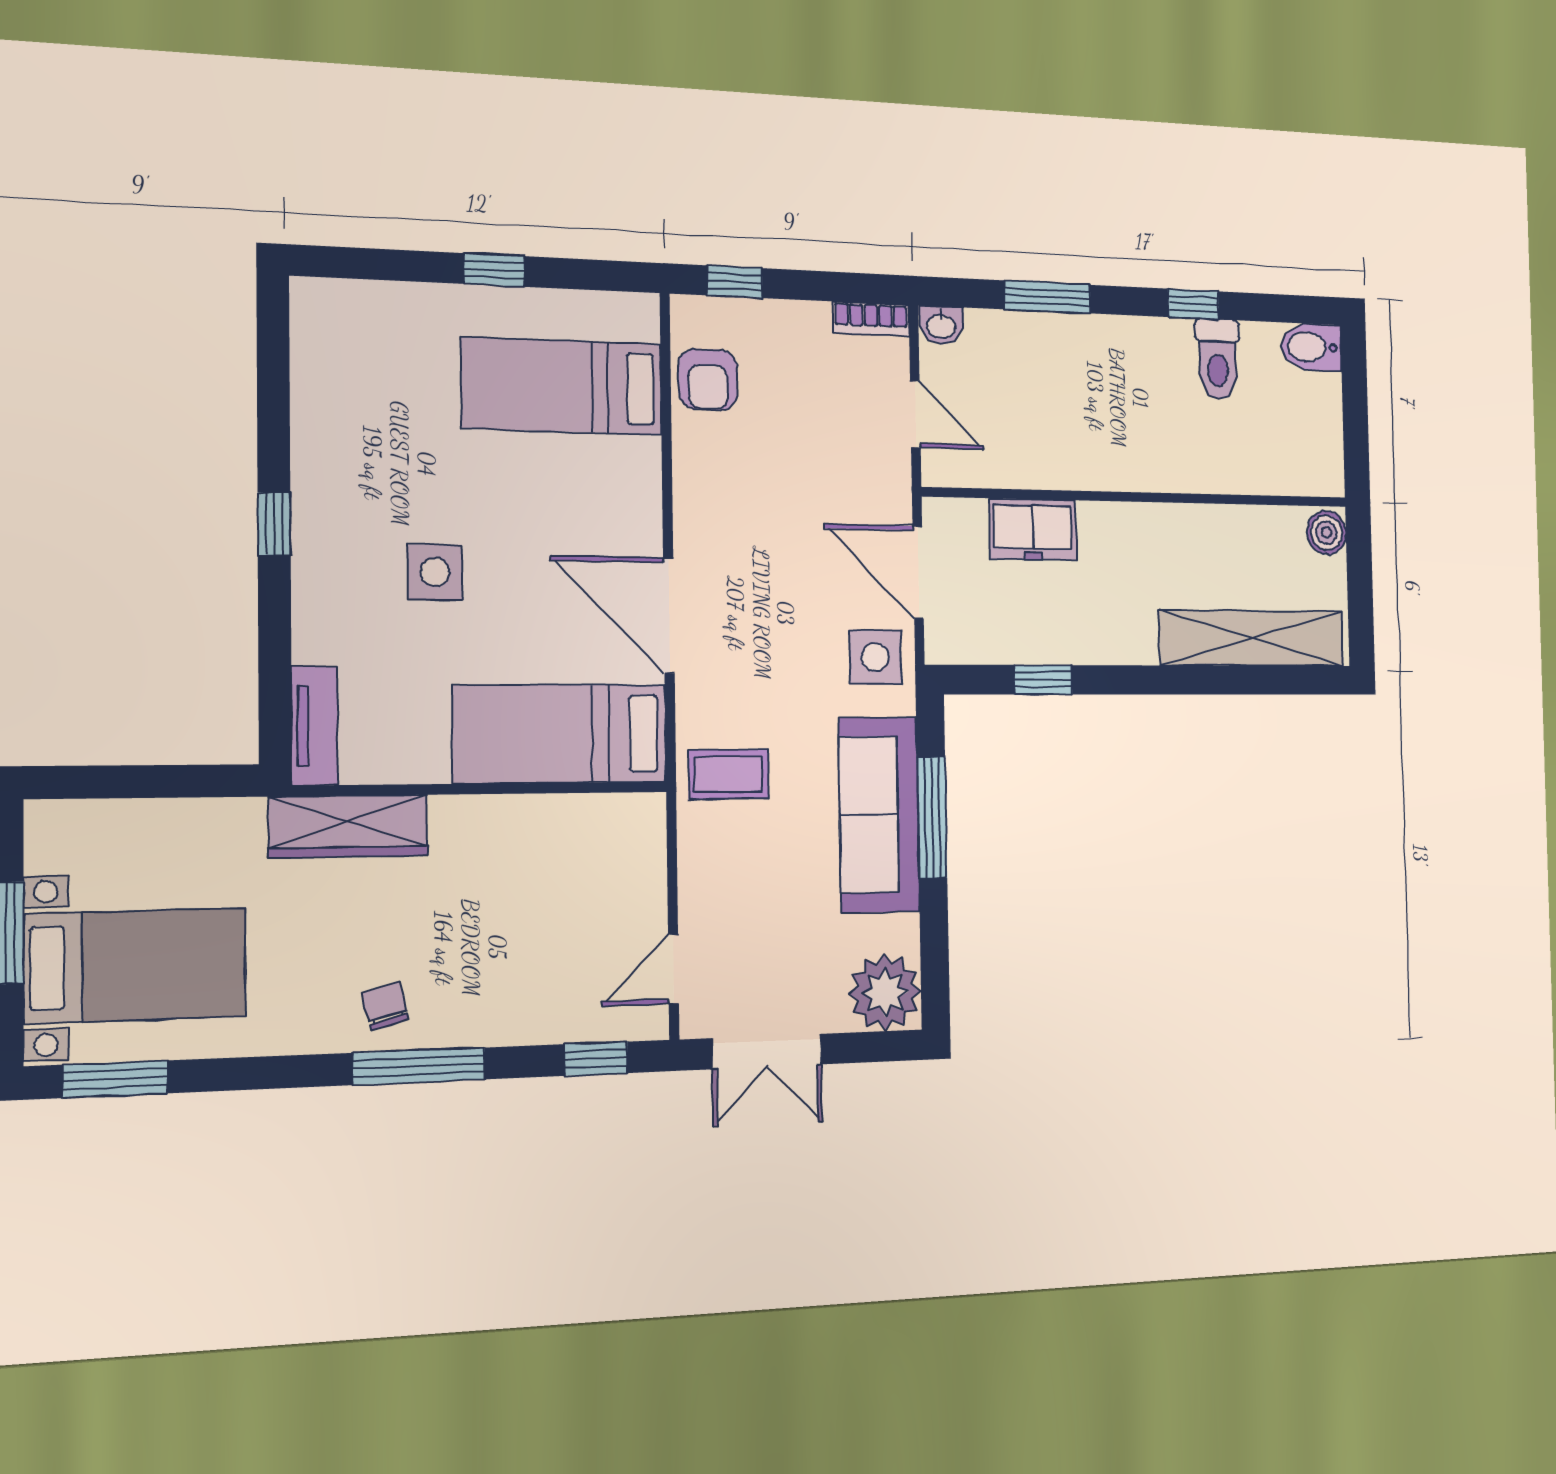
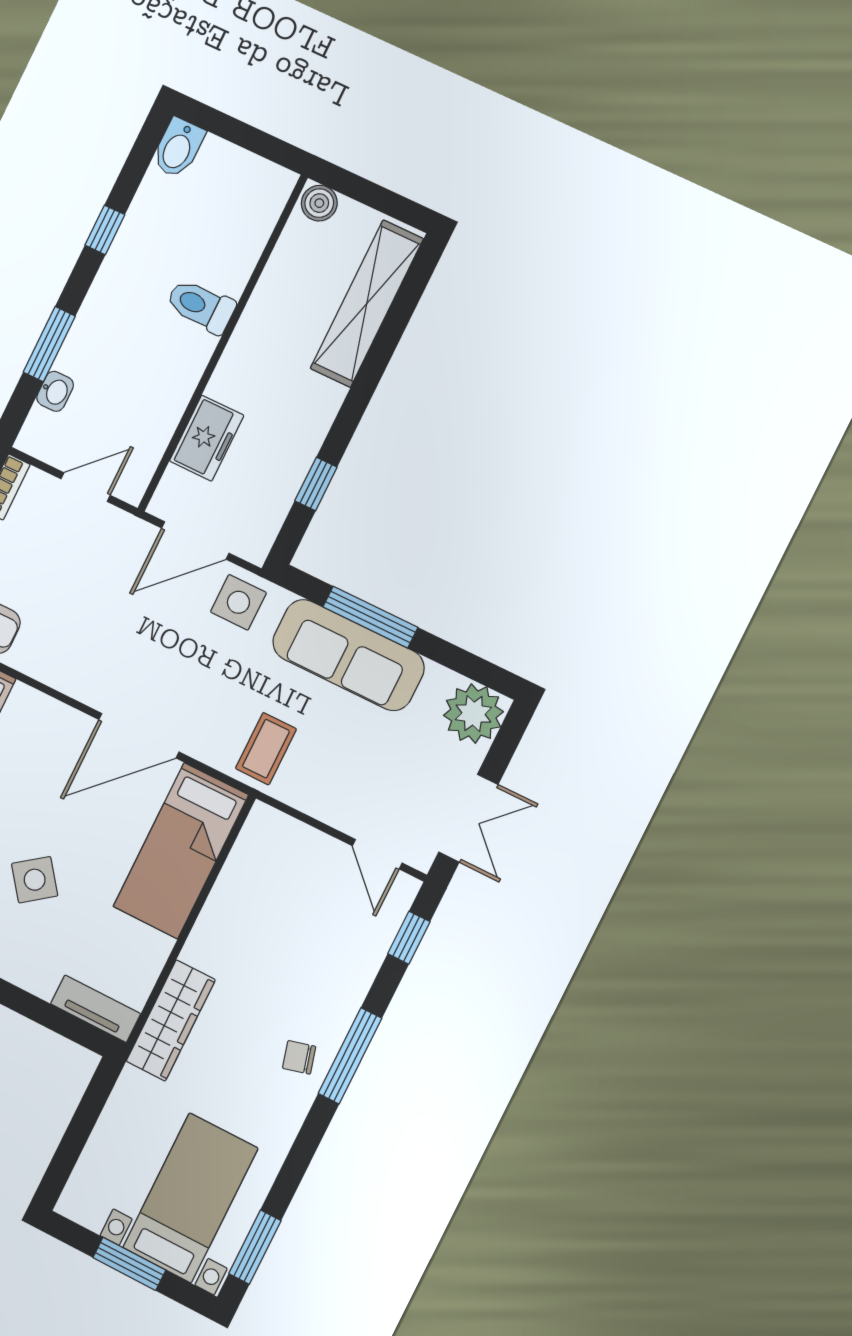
washbasin: (941, 325) -> (55, 391), moved
toilet: (1218, 359) -> (201, 306), moved, turned 180
side table: (435, 572) -> (35, 880), turned -37

